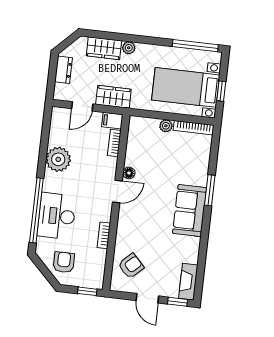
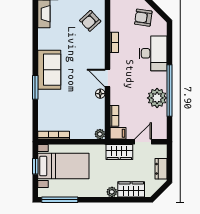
plant: (166, 126) -> (100, 134), moved
door: (117, 192) -> (108, 78), hinge flipped
window: (36, 210) -> (169, 90), moved
armchair: (64, 262) -> (143, 18), turned 98

